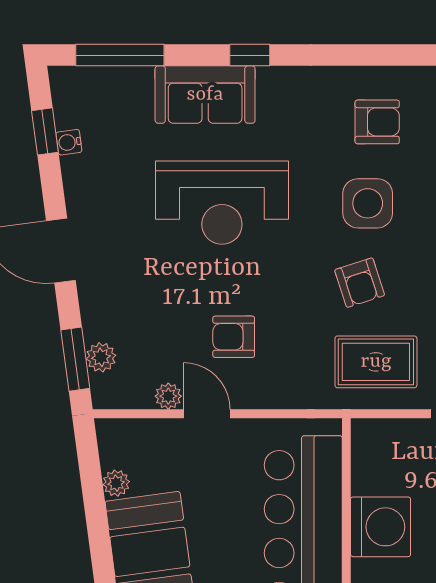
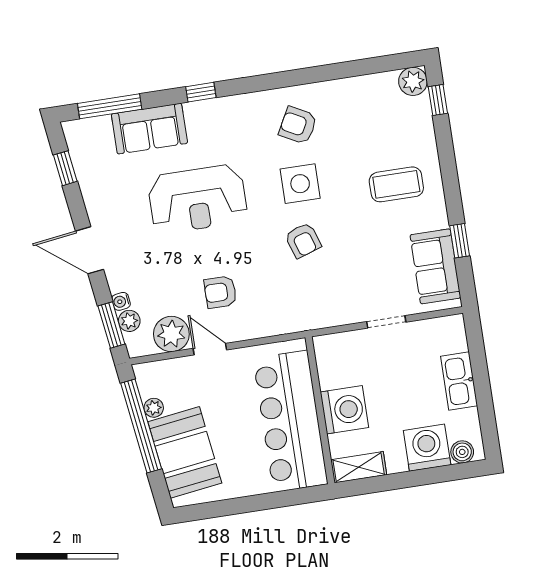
sofa: (205, 95) -> (149, 129), moved
armchair: (377, 122) -> (298, 125), turned -152
water cooler: (69, 142) -> (121, 301), moved
rug: (376, 362) -> (323, 294), removed
plant: (168, 396) -> (171, 334), width x1.88, depth x1.88
window: (95, 506) -> (141, 426), added

